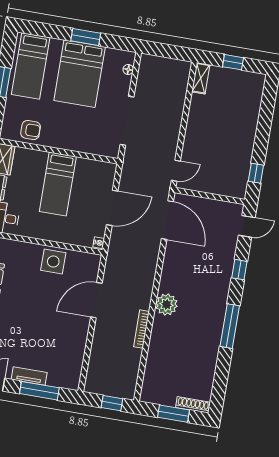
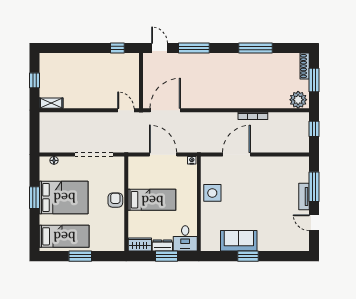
armchair: (31, 130) -> (115, 200), moved
window: (239, 270) -> (194, 48), width x2.17
door: (96, 300) -> (236, 155), swing flipped
plant: (167, 305) -> (298, 100), moved
window: (230, 326) -> (256, 48), moved

